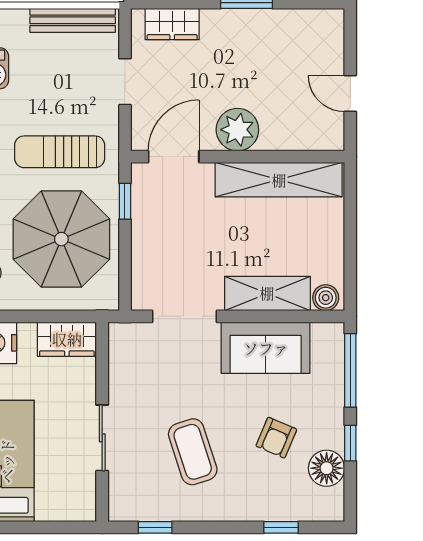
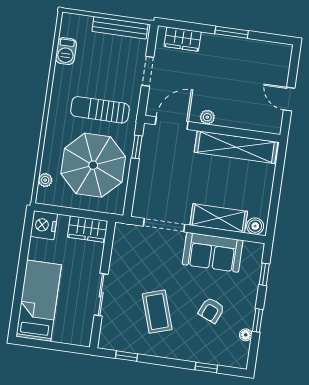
plant: (237, 130) -> (207, 117), width x0.53, depth x0.53
window: (350, 370) -> (264, 274), width x0.46
floor lamp: (327, 468) -> (246, 335), width x0.53, depth x0.53

